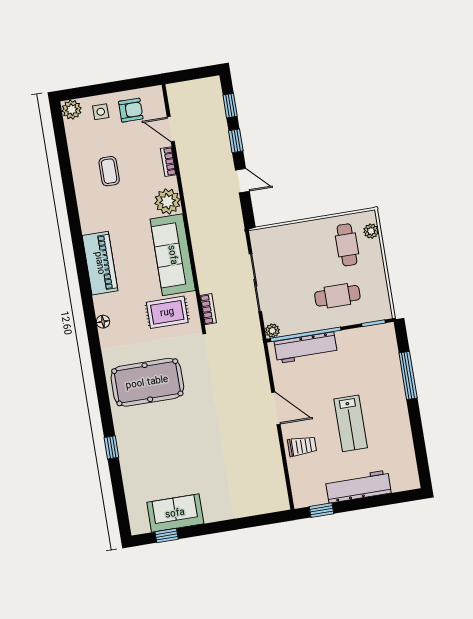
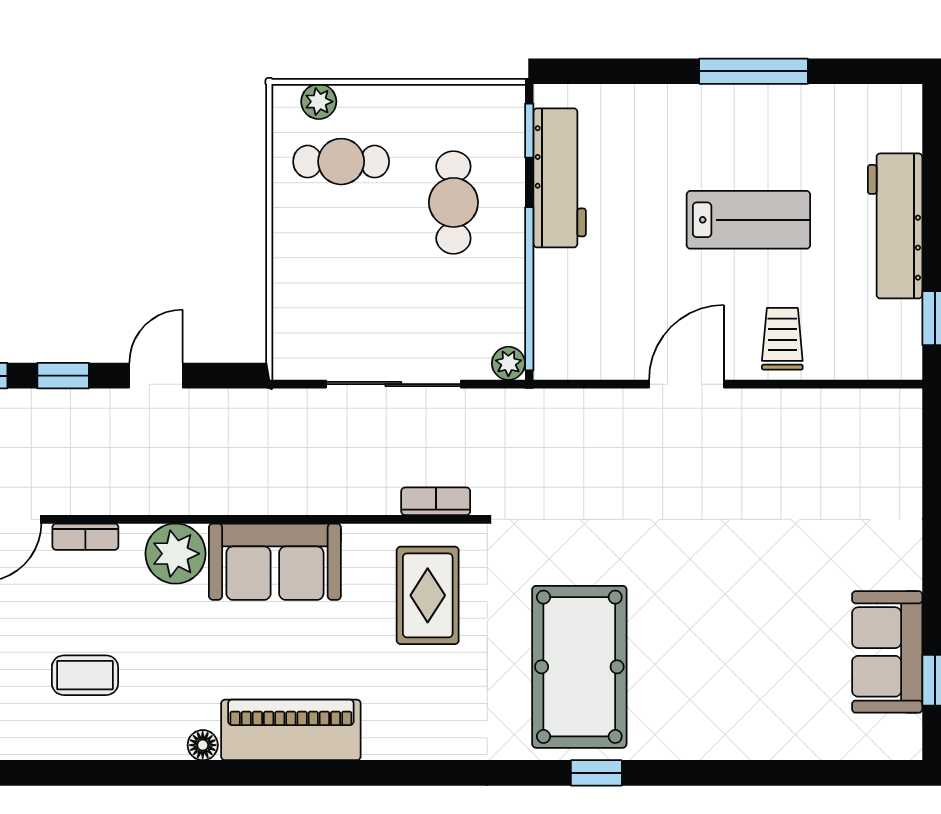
sofa: (173, 255) -> (275, 562), width x0.73
floor lamp: (103, 322) -> (203, 745), moved
workbench: (306, 348) -> (560, 178), moved
window: (408, 376) -> (754, 71), moved
window: (111, 447) -> (596, 773), moved

